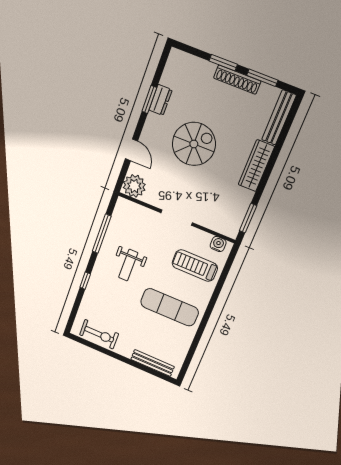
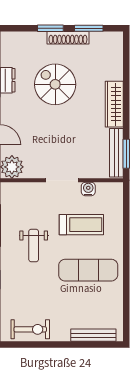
bench: (279, 118) -> (116, 153), moved
spiral stairs: (194, 144) -> (55, 84), moved, turned -90
water cooler: (218, 244) -> (88, 189), moved
treadmill: (195, 266) -> (81, 225), moved, turned 180

